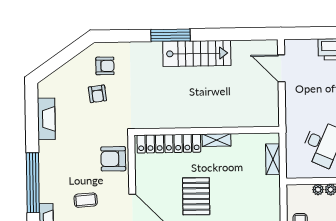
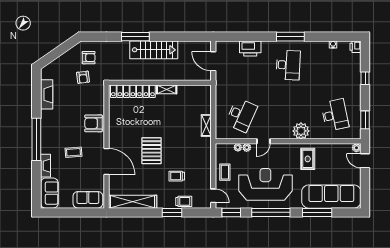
wall: (207, 131) -> (160, 83), moved
shelving: (217, 140) -> (167, 89), moved
locker: (169, 144) -> (133, 91), moved

